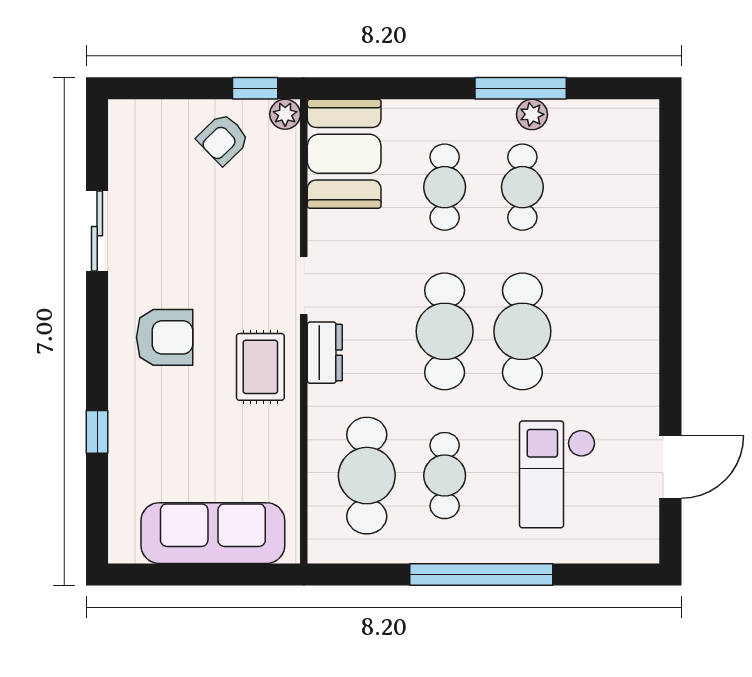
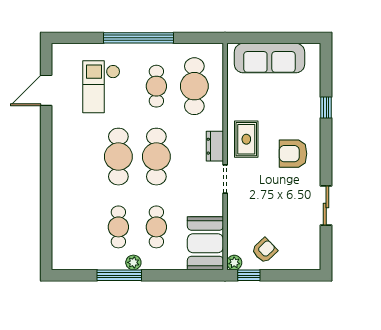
plant: (532, 114) -> (133, 262), moved
checkout: (557, 474) -> (101, 87), turned 180

